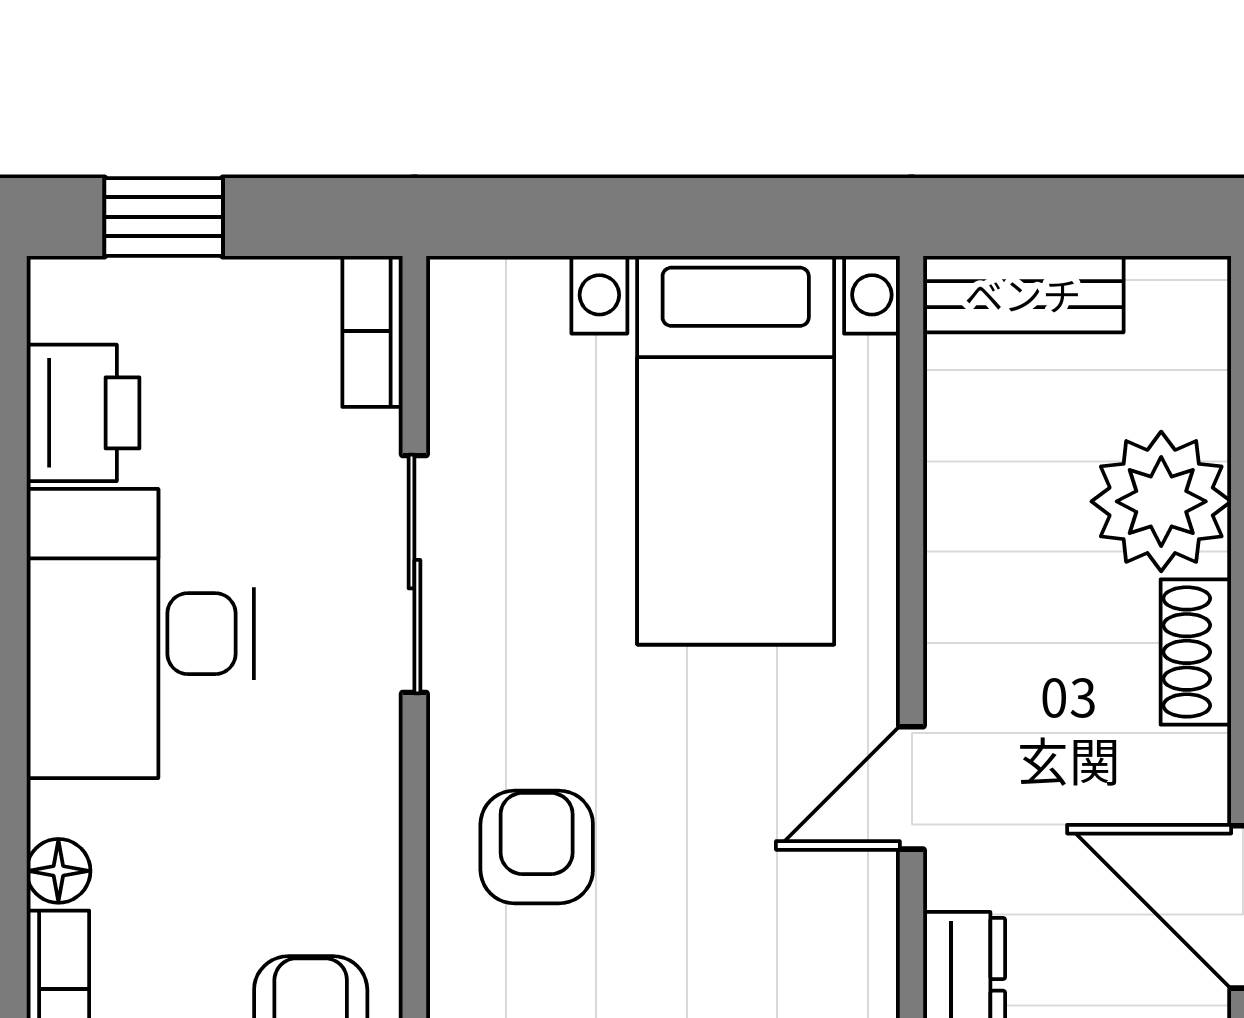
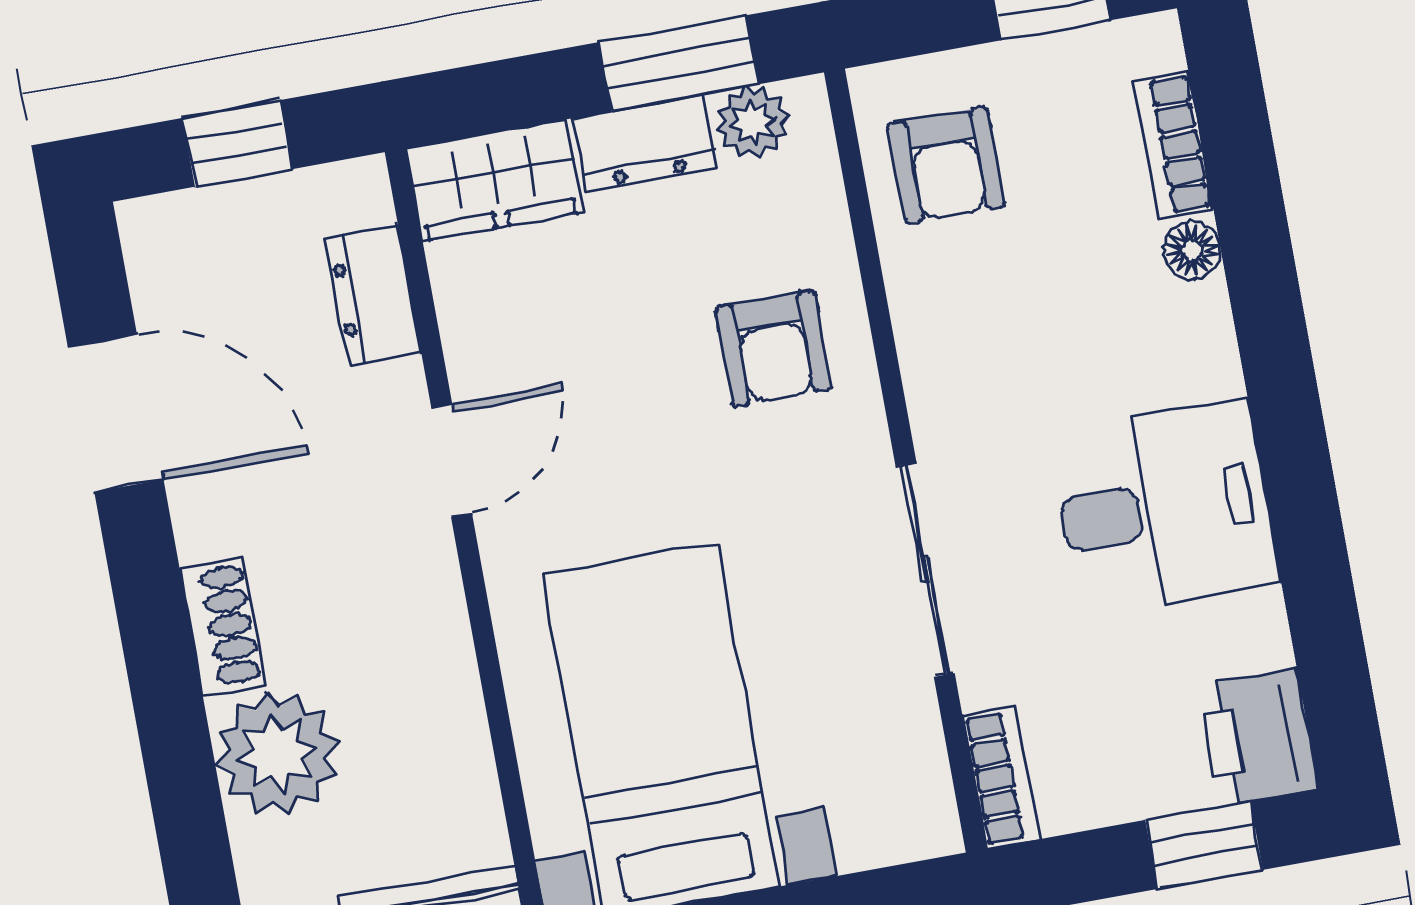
printer: (83, 413) -> (1258, 737), moved
desk: (140, 634) -> (1164, 508), width x0.73

